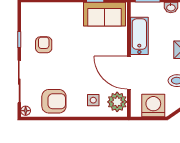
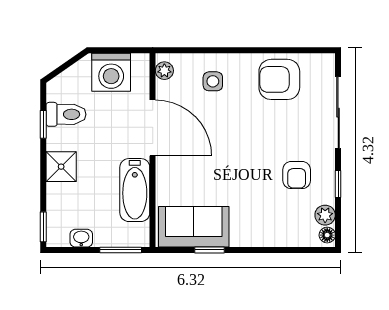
plant: (27, 21) -> (325, 215), added
plant: (117, 102) -> (164, 71), width x0.53, depth x0.53
floor lamp: (26, 111) -> (327, 235), moved

